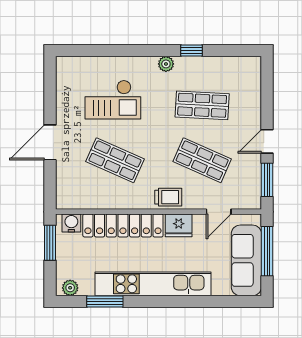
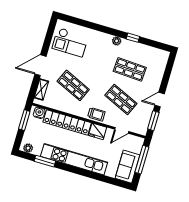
checkout: (113, 100) -> (70, 42), moved
shelving: (64, 183) -> (41, 89), added
sofa: (246, 260) -> (128, 167), width x0.73

